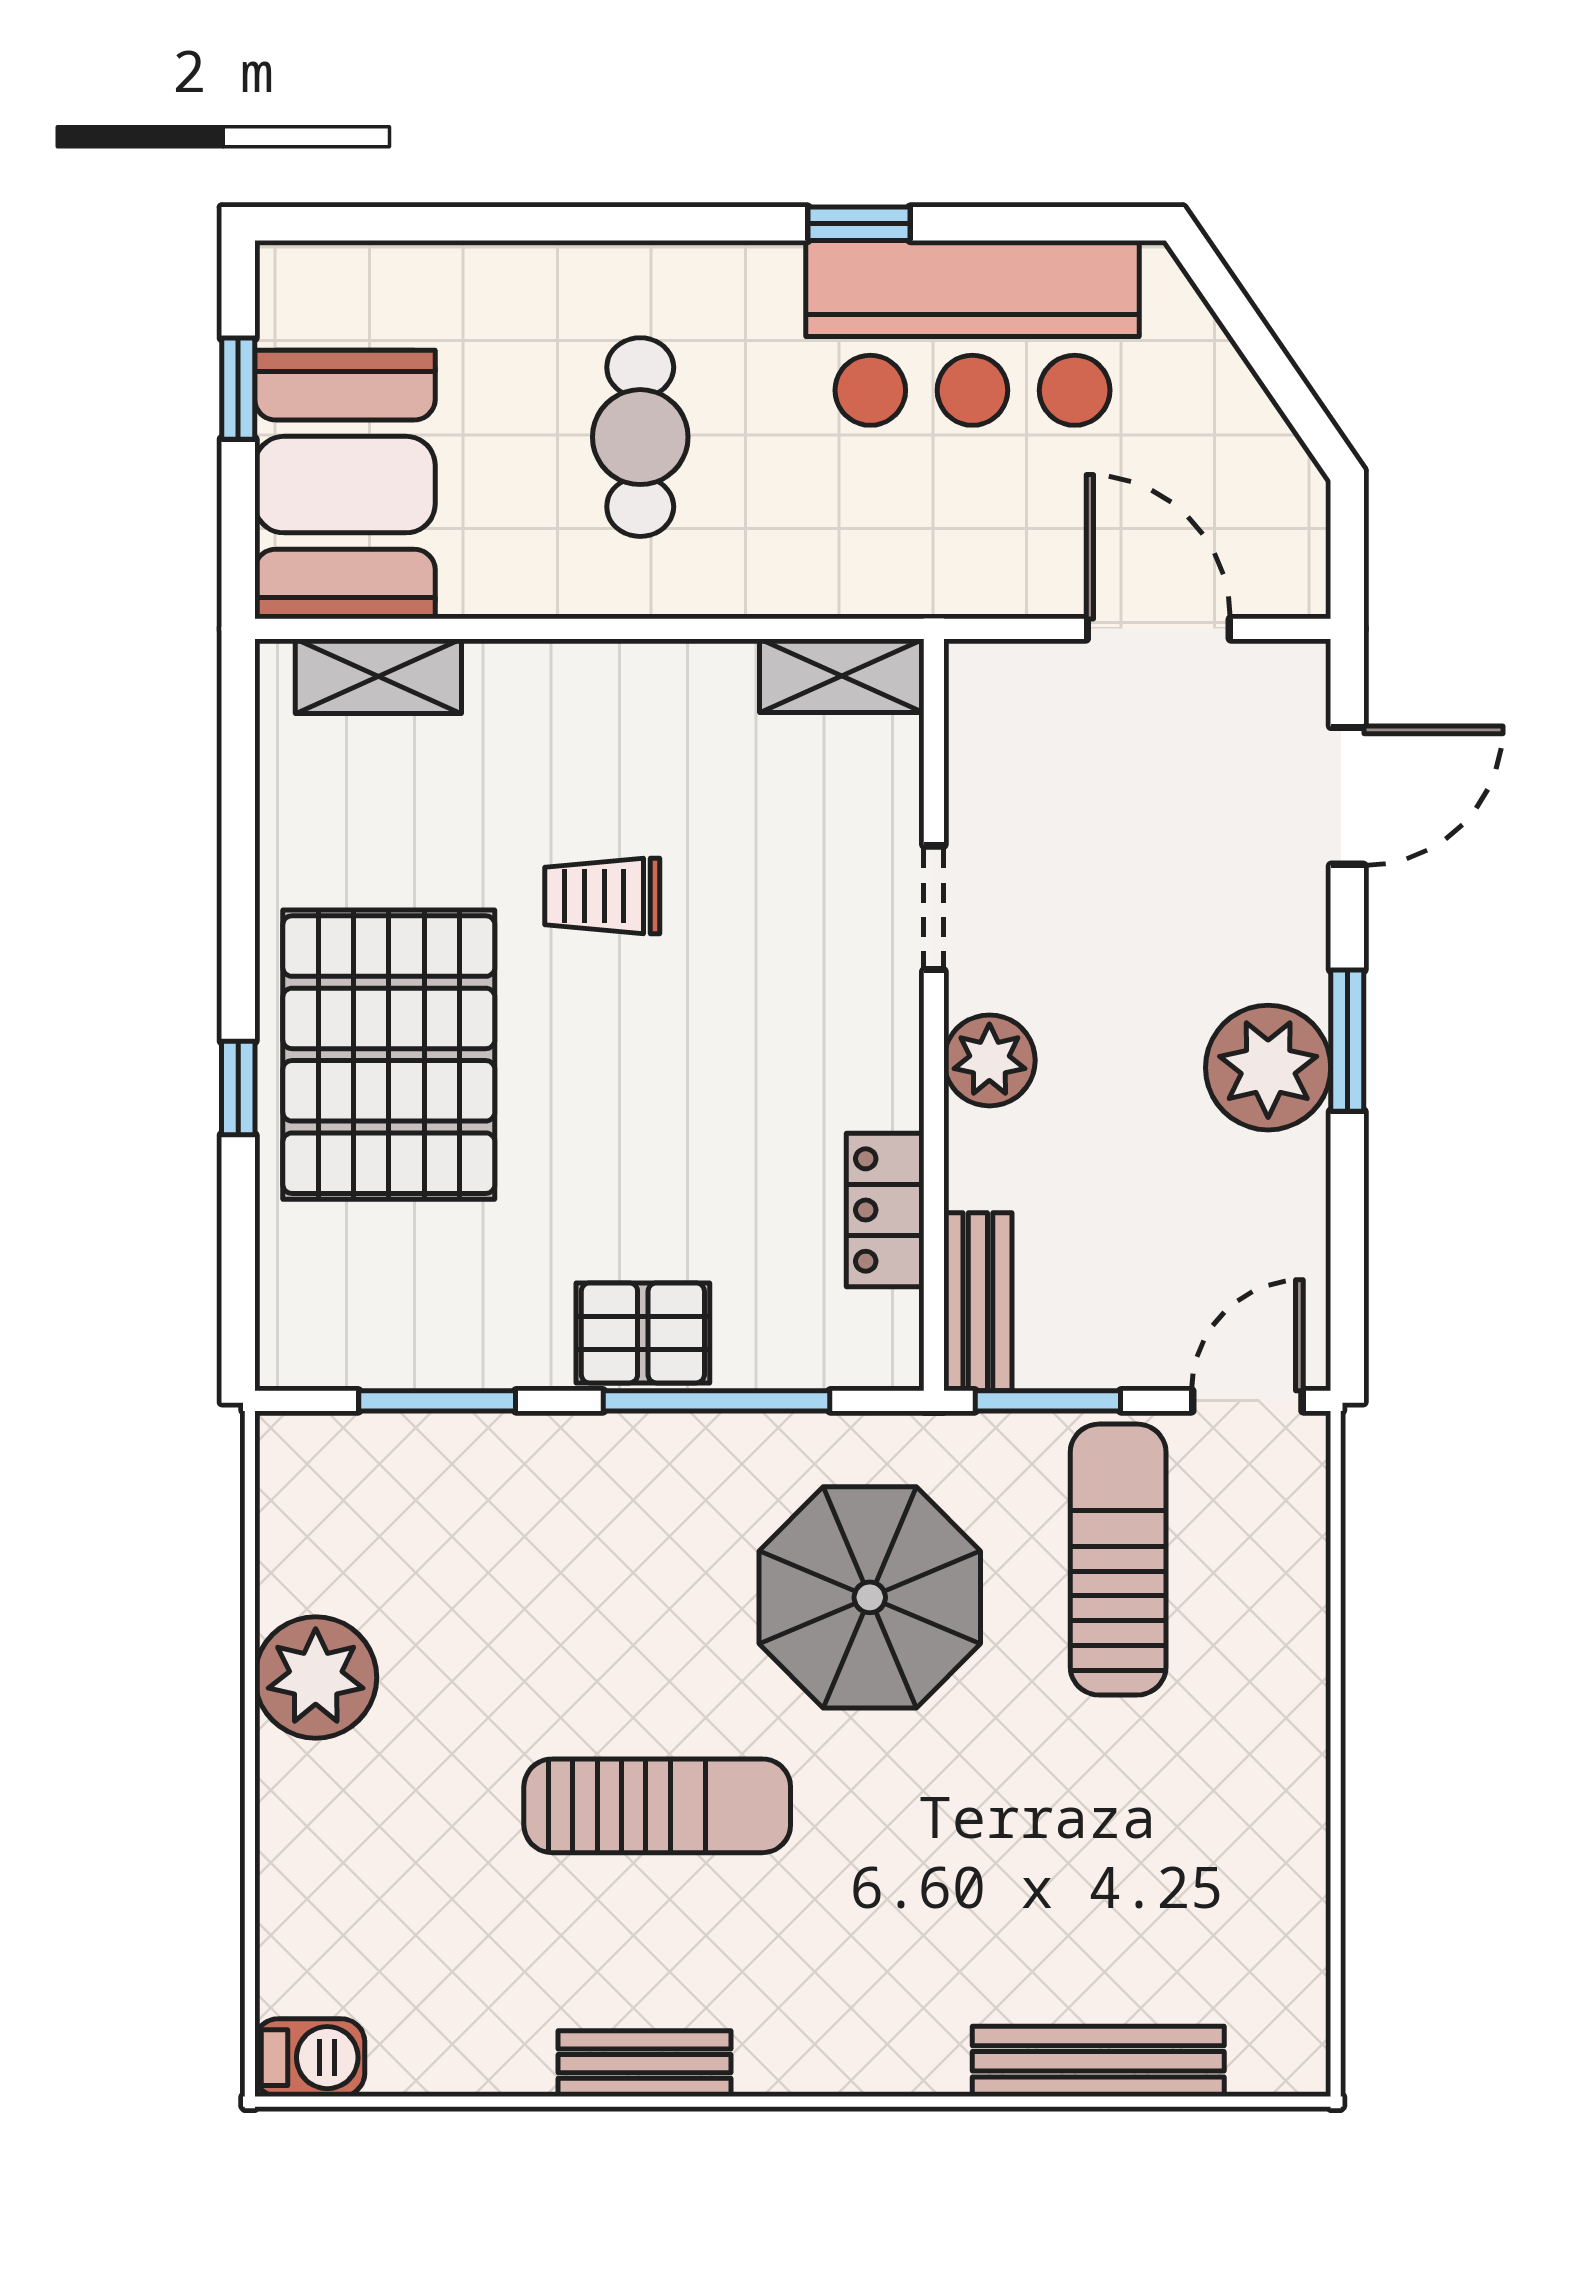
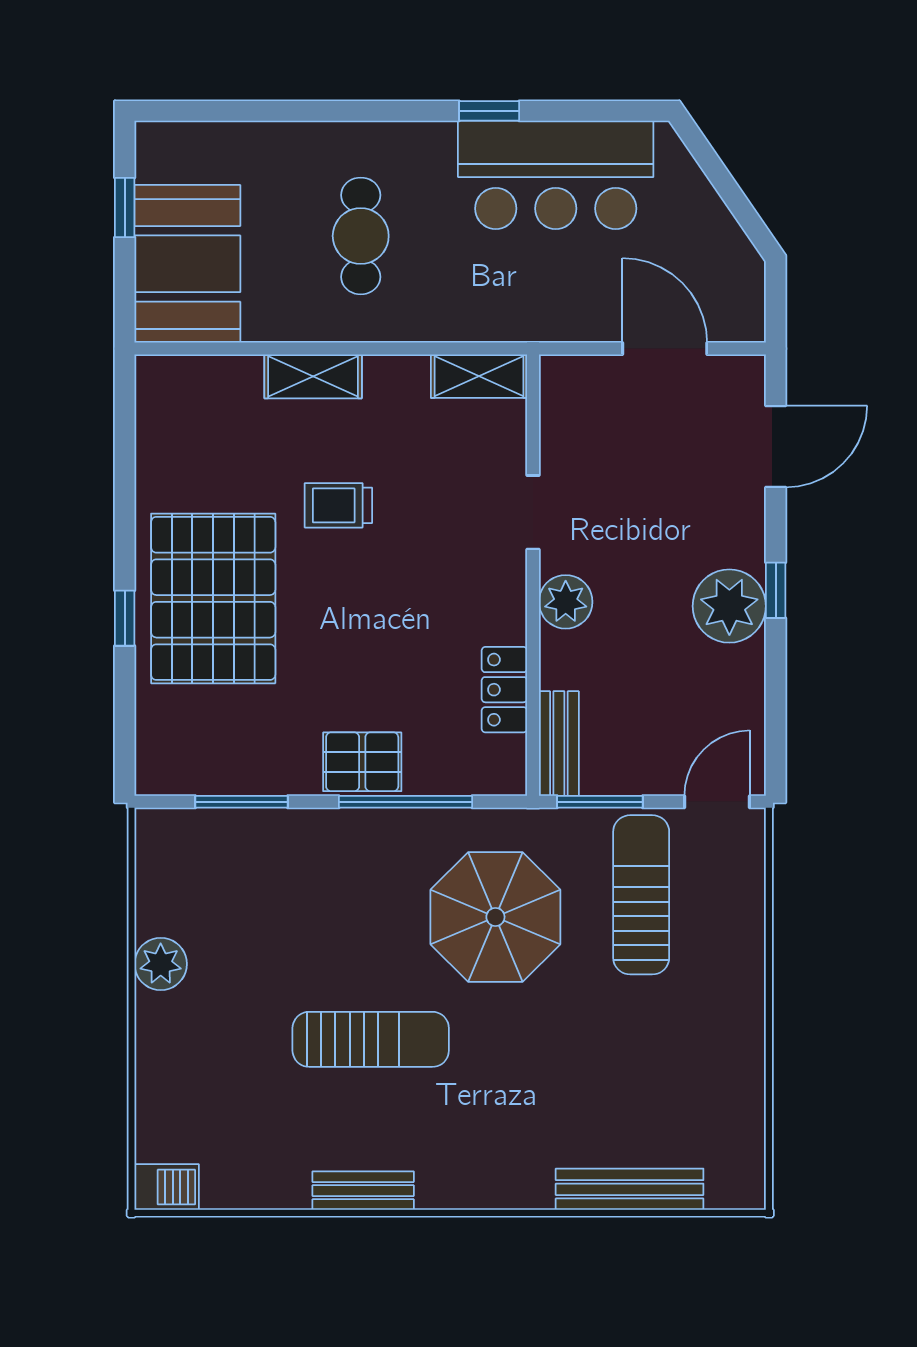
shelving: (378, 676) -> (313, 376), moved
window: (1347, 1041) -> (776, 590), width x0.67
plant: (316, 1677) -> (161, 964), width x0.73, depth x0.73

